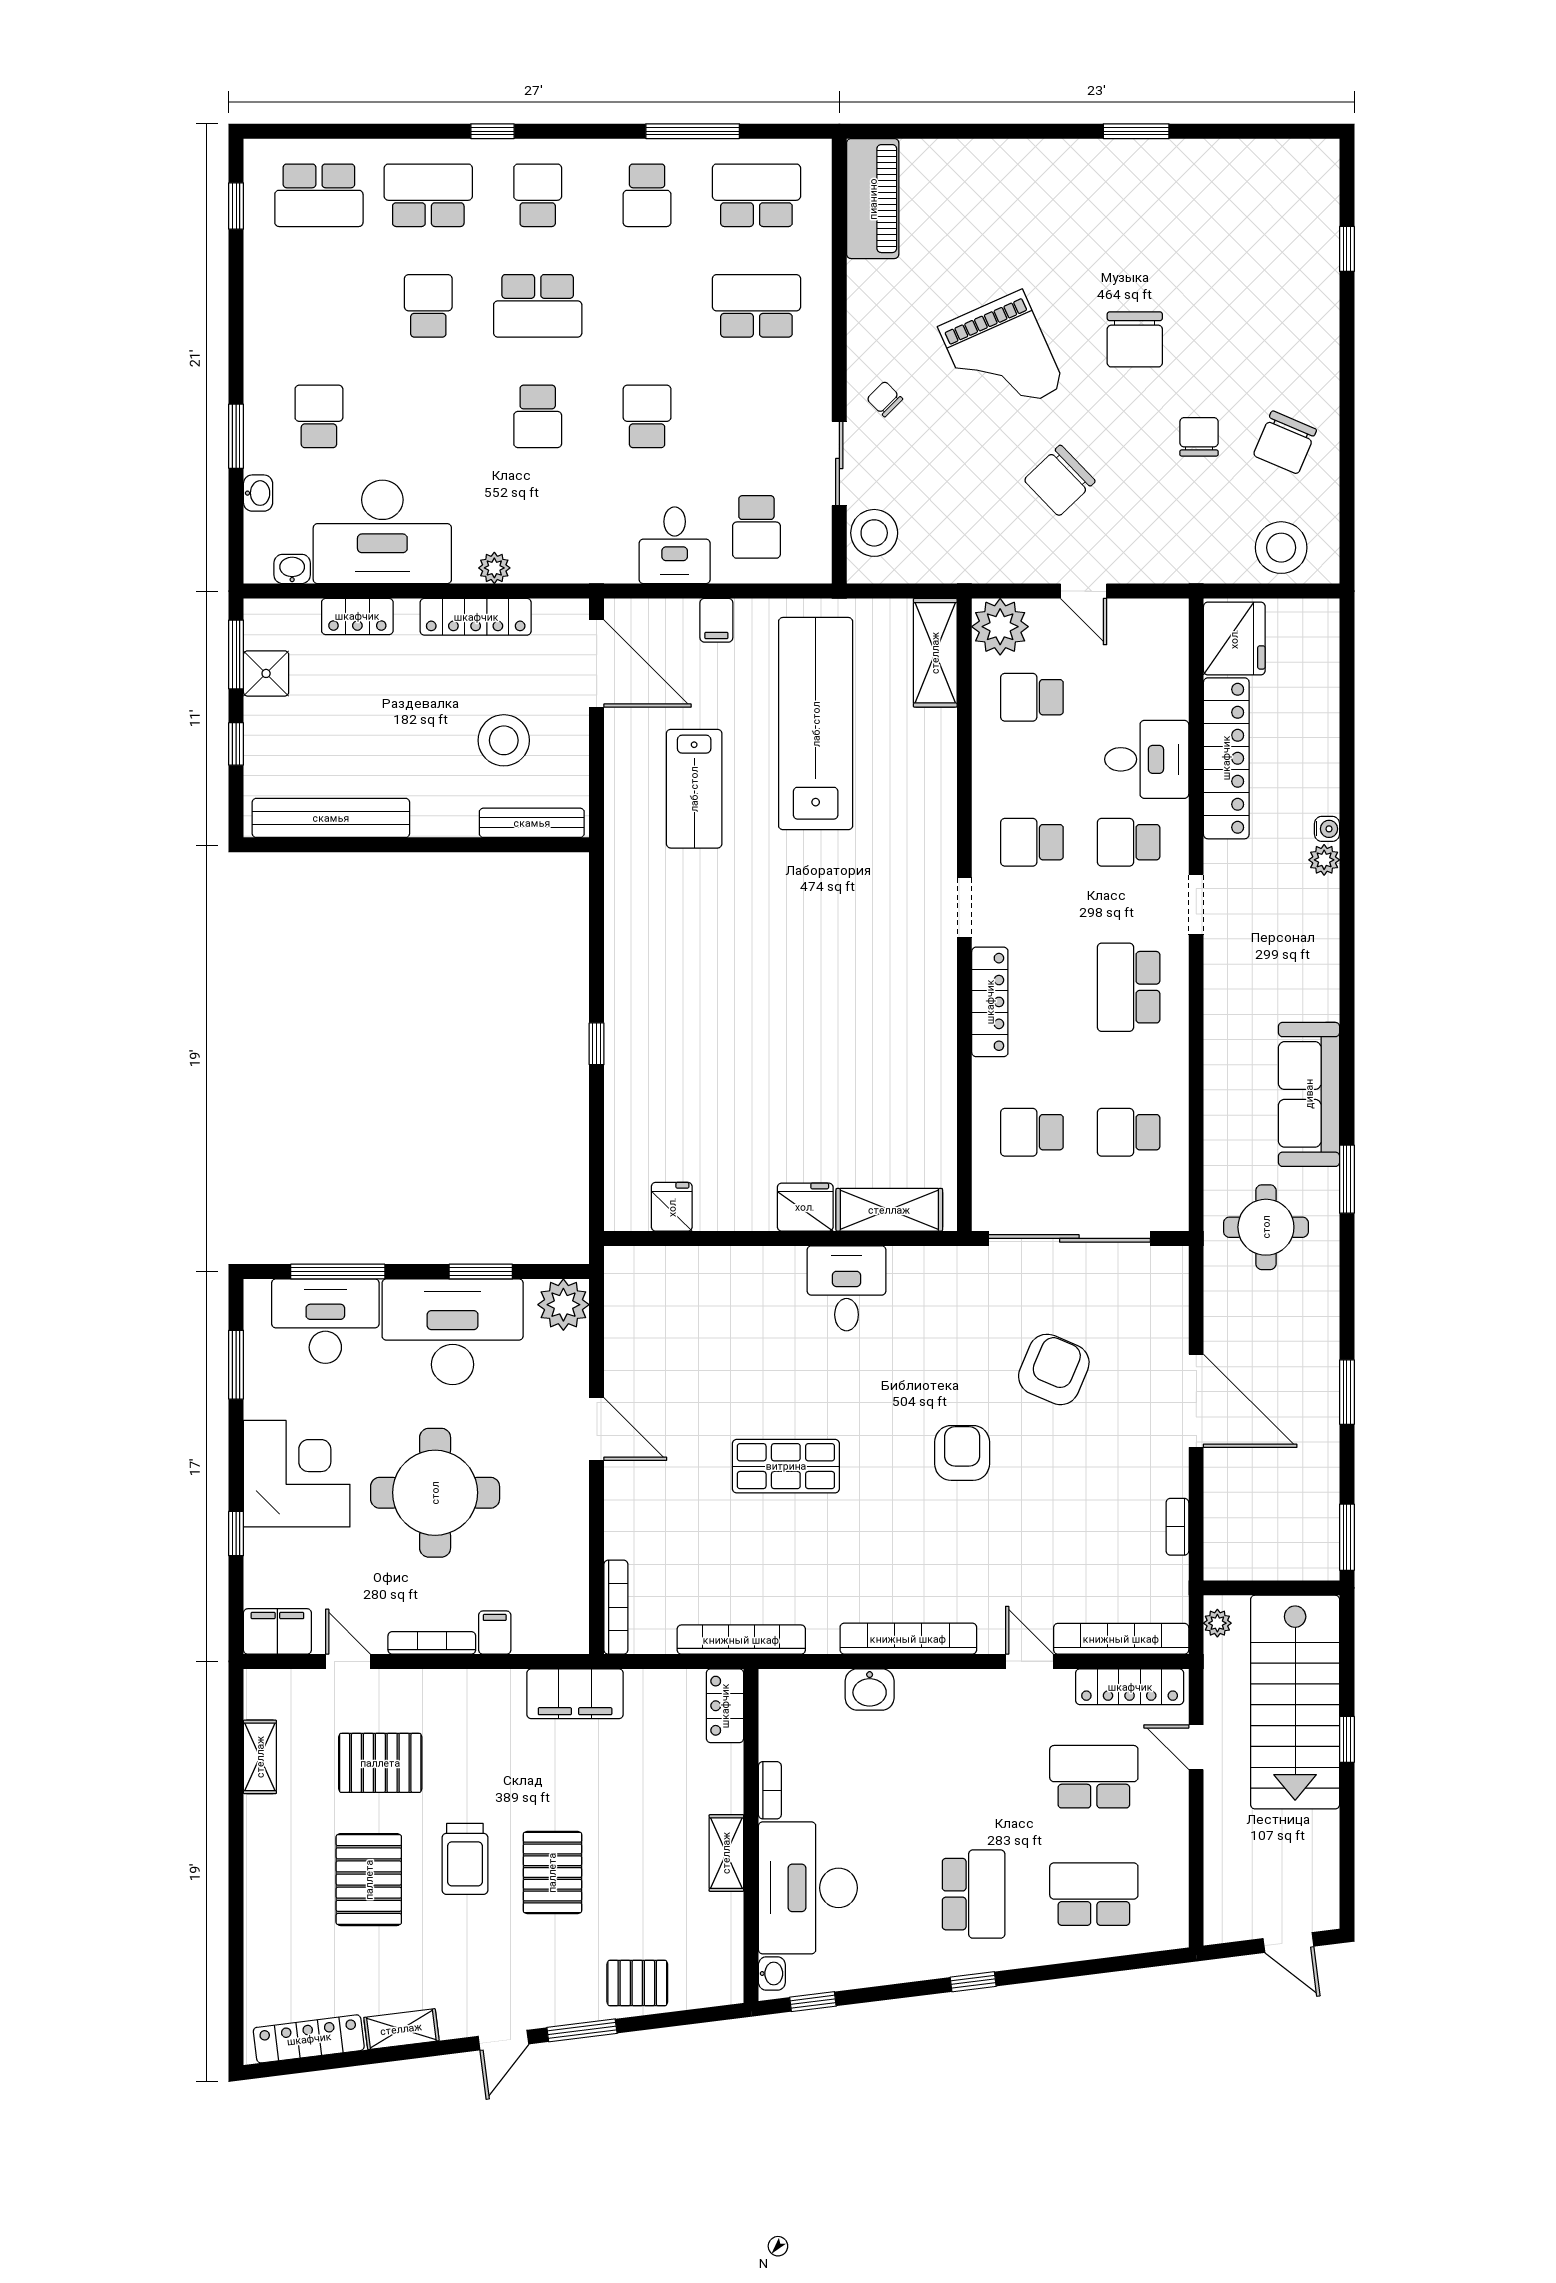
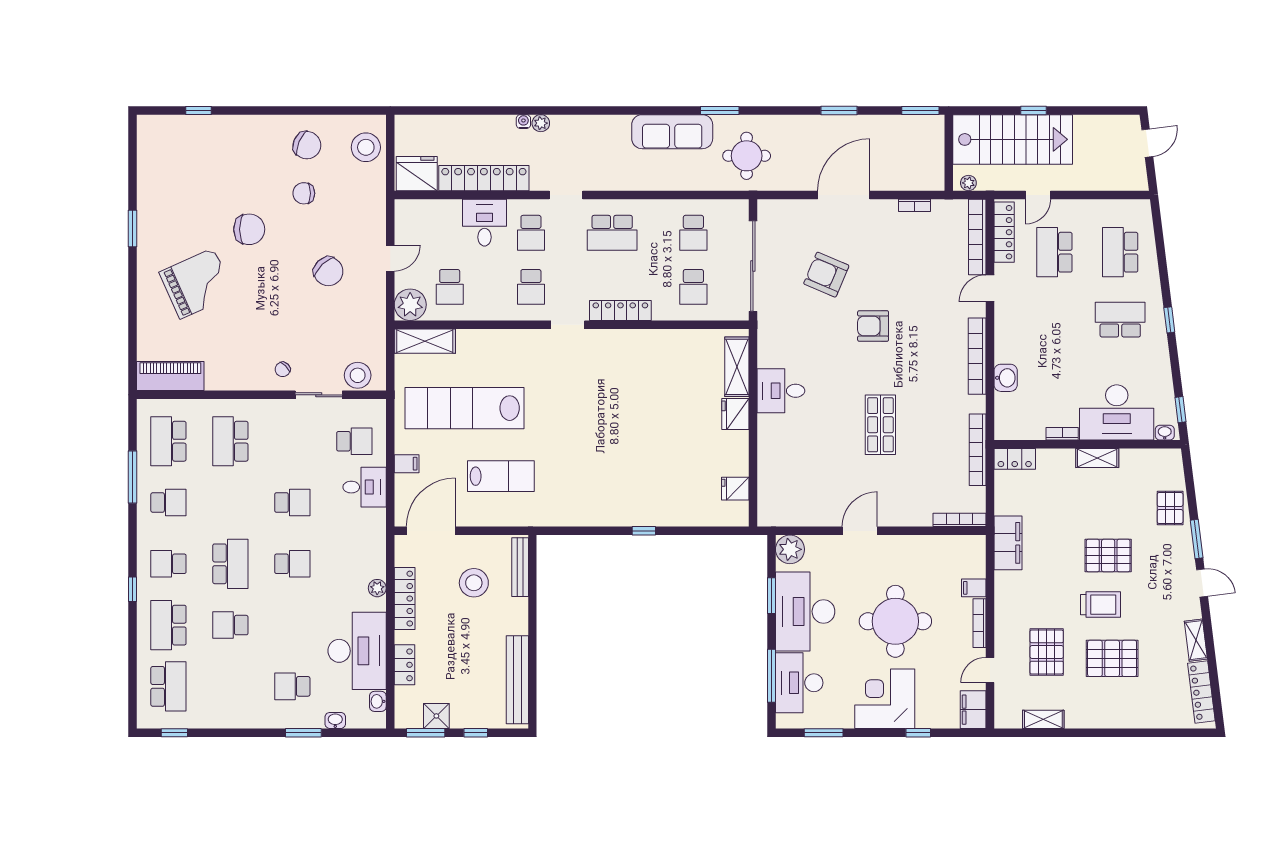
grand piano: (1002, 357) -> (197, 284), moved
school desk: (647, 416) -> (292, 503), turned 180

